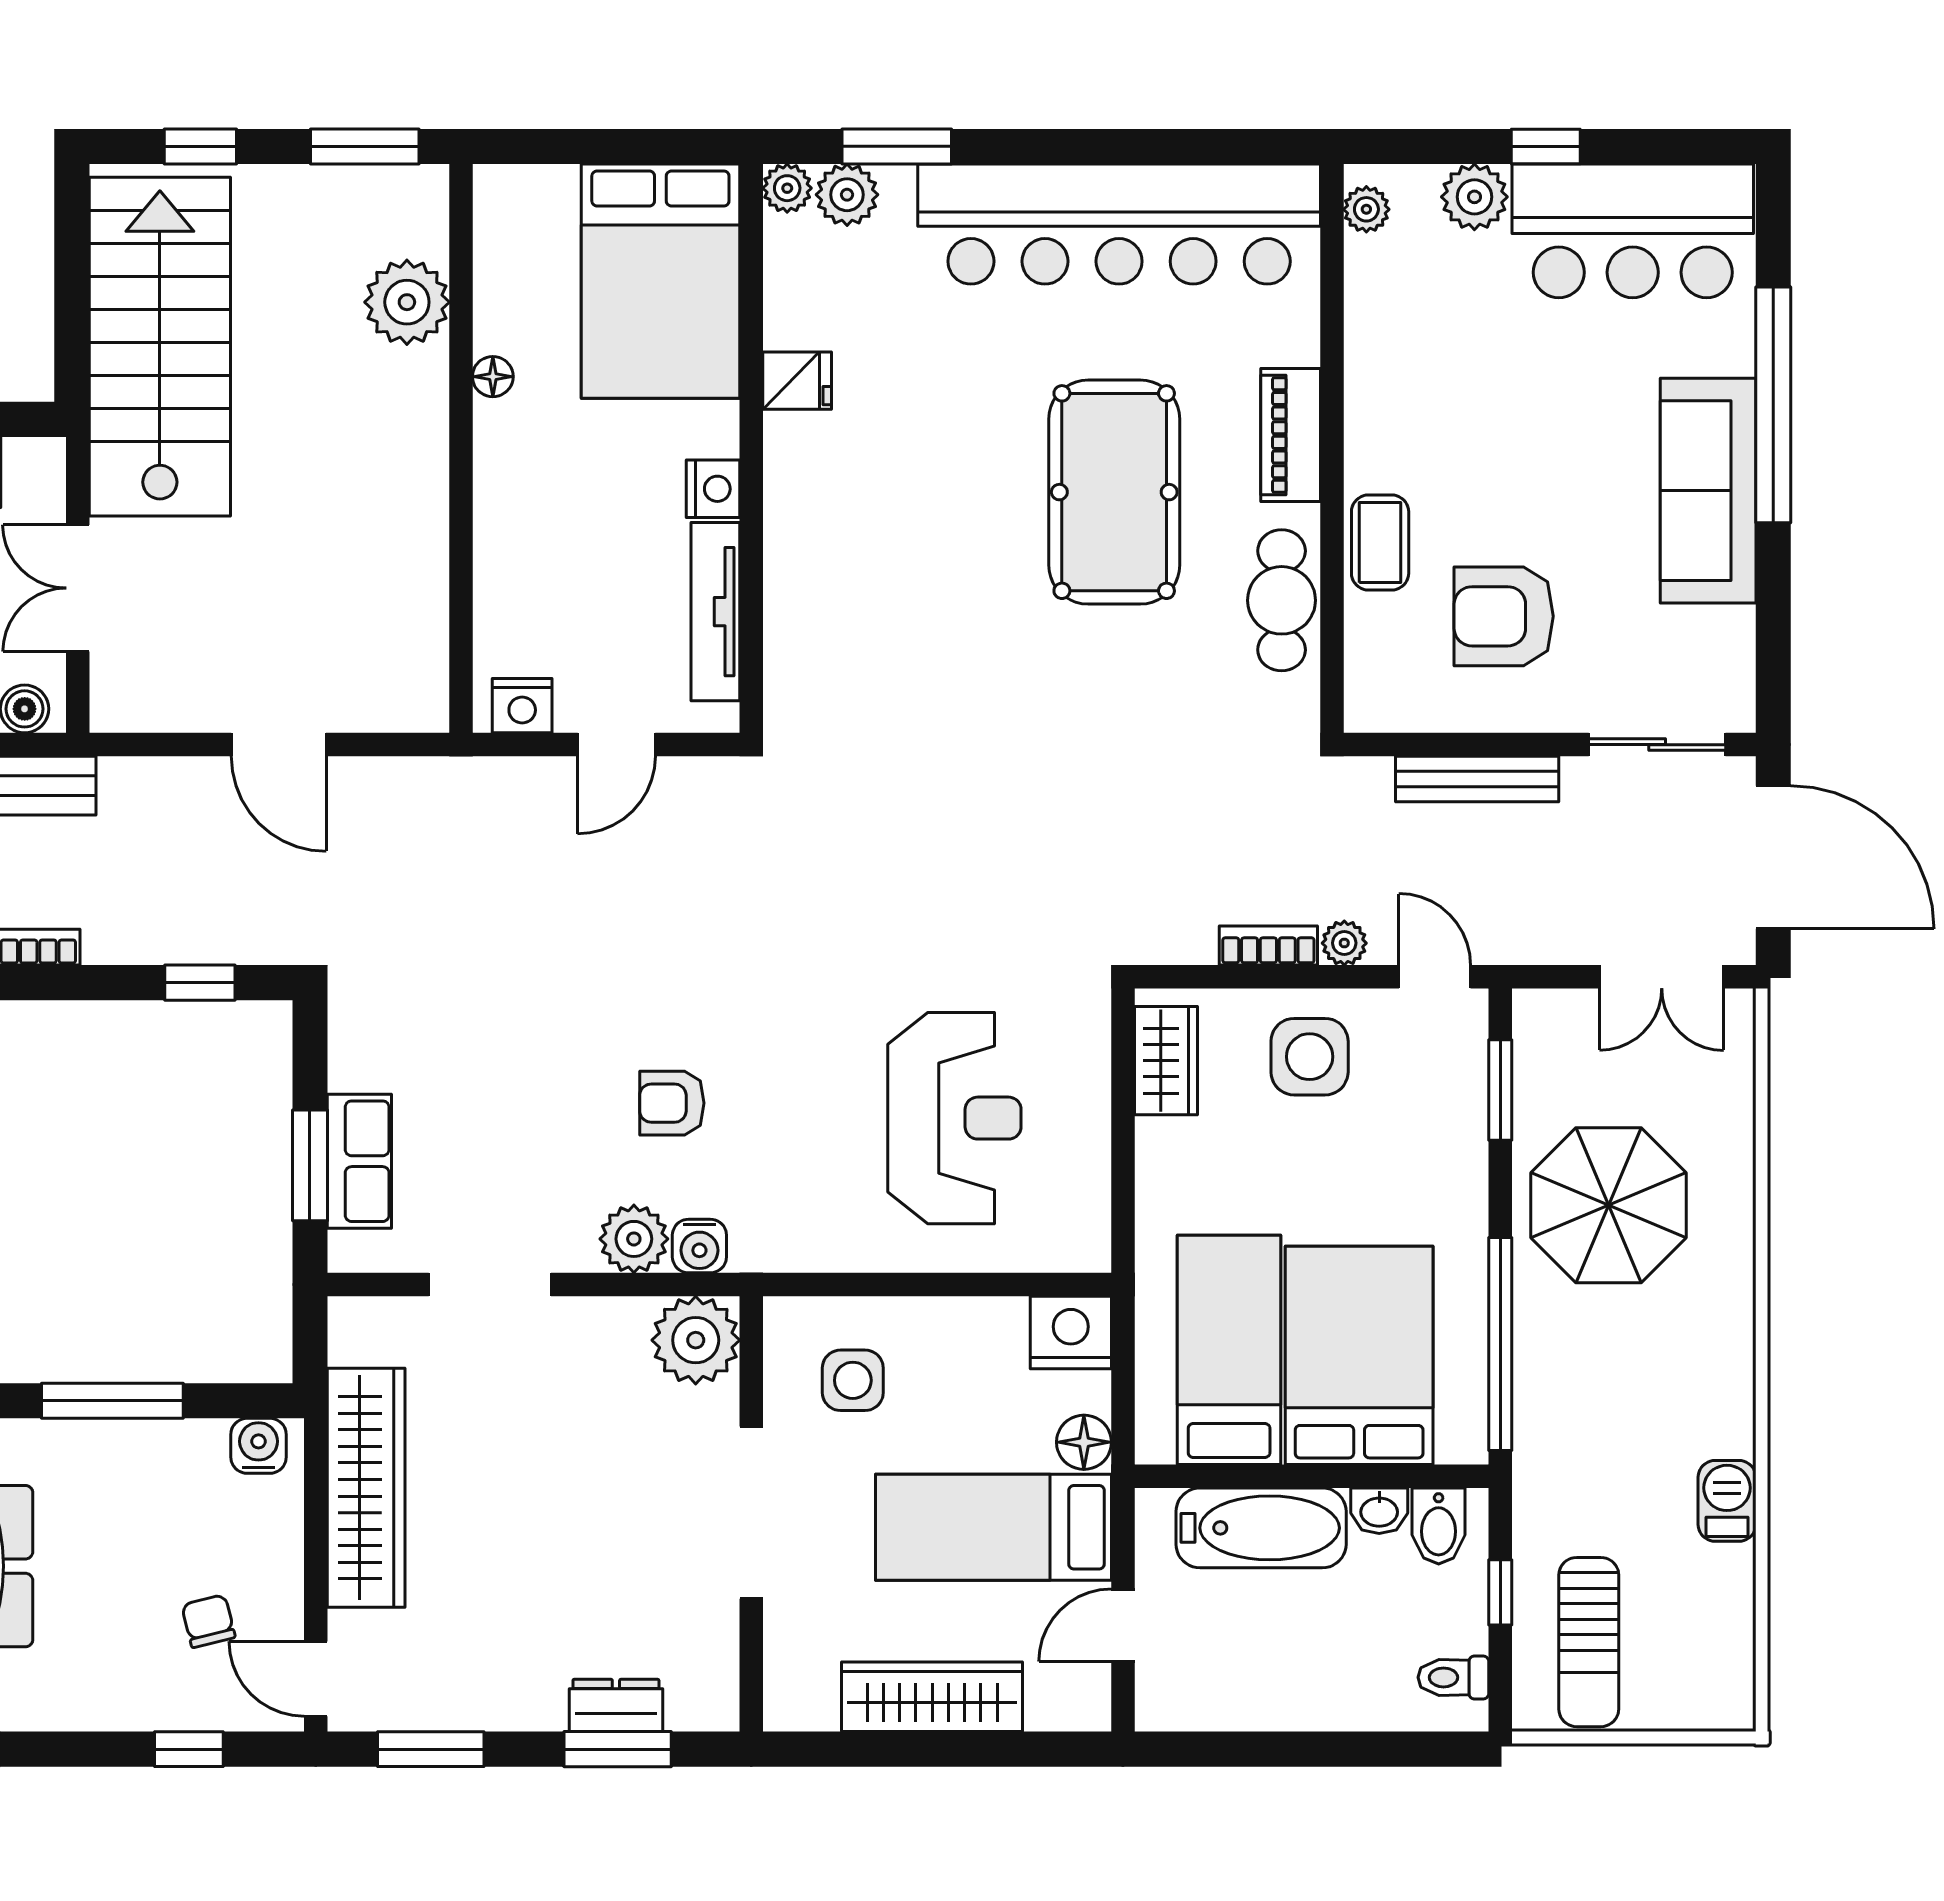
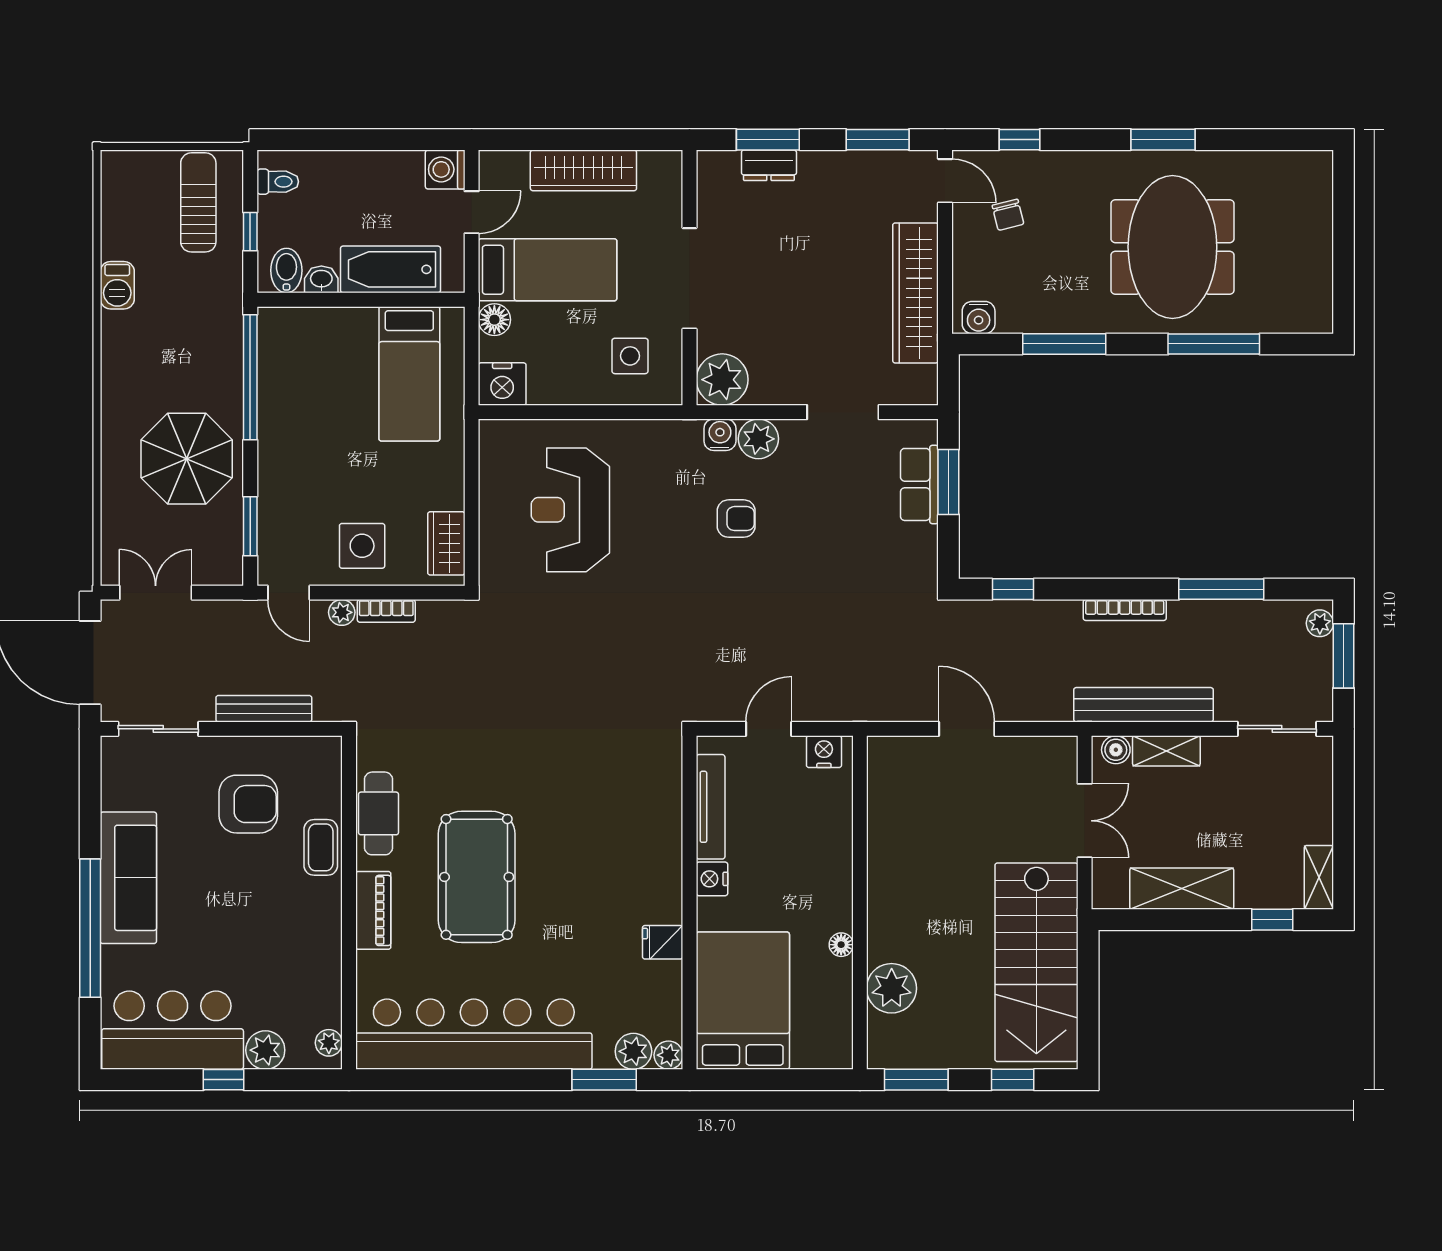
bed: (1359, 1355) -> (333, 371), removed
washing machine: (1168, 1698) -> (445, 169), added

